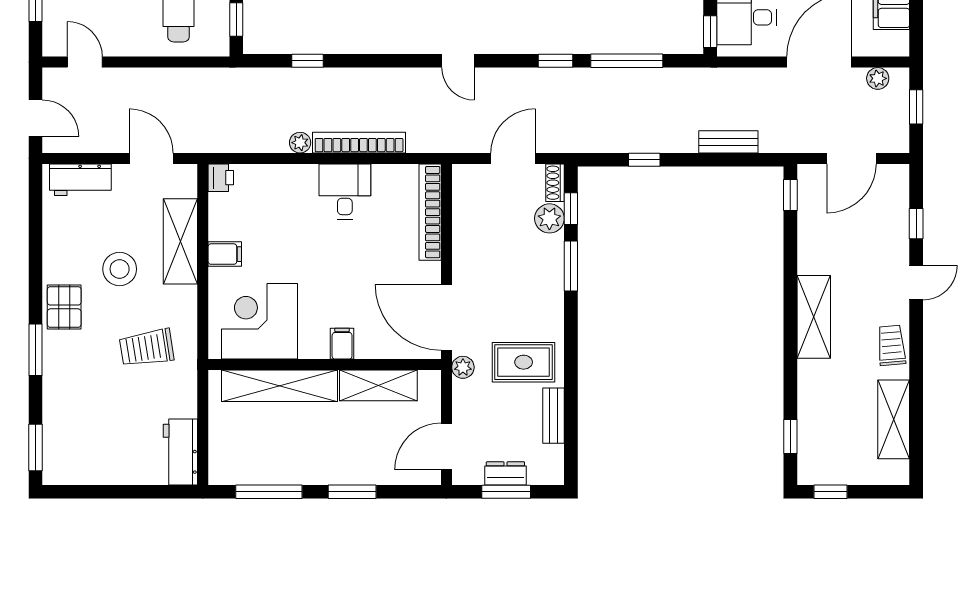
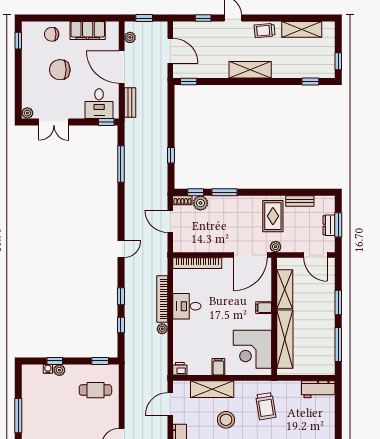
window: (555, 61) -> (121, 296), moved
bench: (728, 142) -> (130, 103), moved

